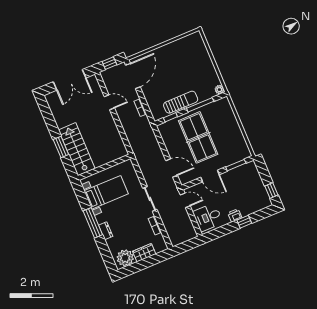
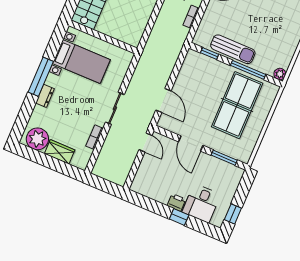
table tennis table: (198, 137) -> (237, 105), moved
desk: (208, 217) -> (201, 203), moved, turned -90

